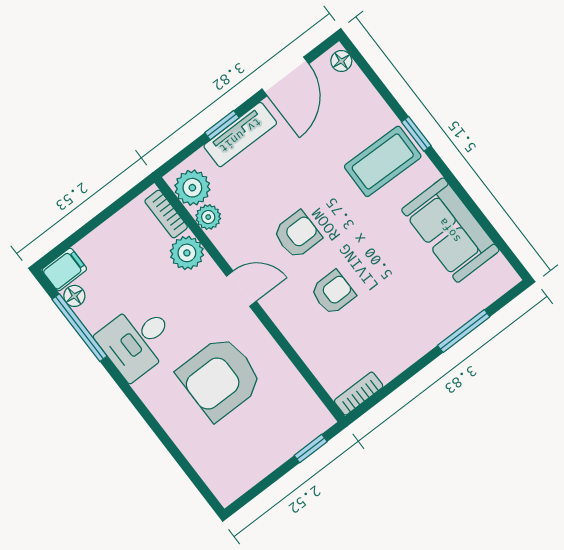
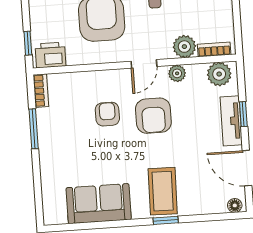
plant: (208, 217) -> (177, 73), moved
armchair: (297, 235) -> (153, 116), width x1.38, depth x1.38
armchair: (333, 293) -> (107, 114), turned 180
window: (464, 331) -> (34, 129), moved
printer: (307, 411) -> (50, 55), added

